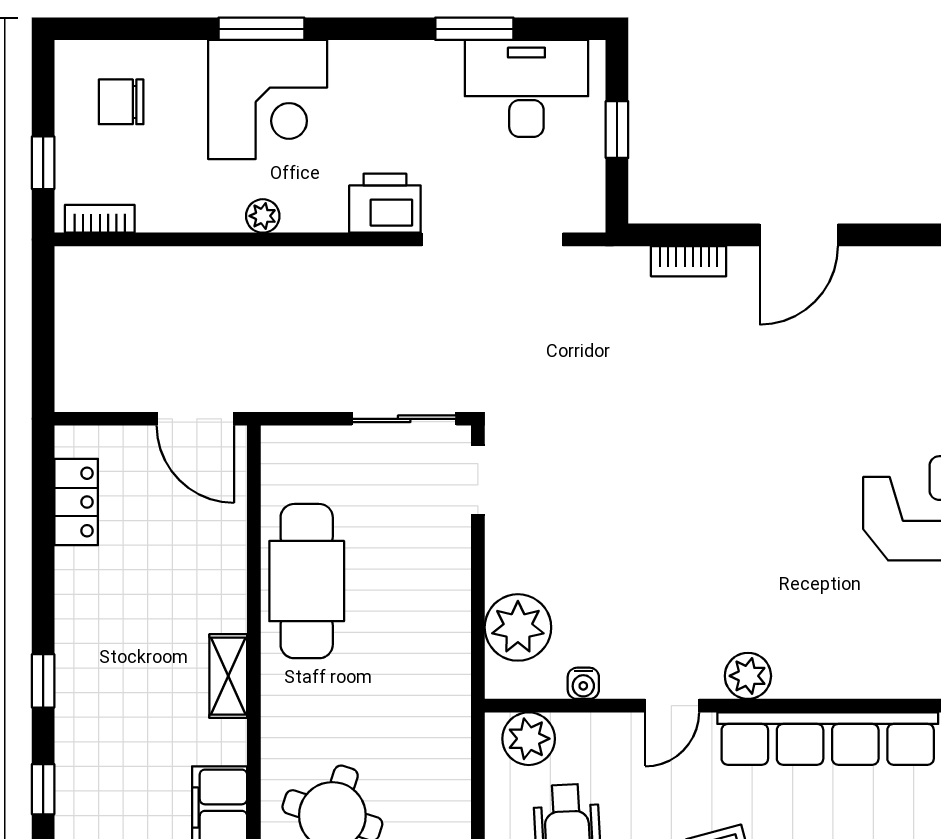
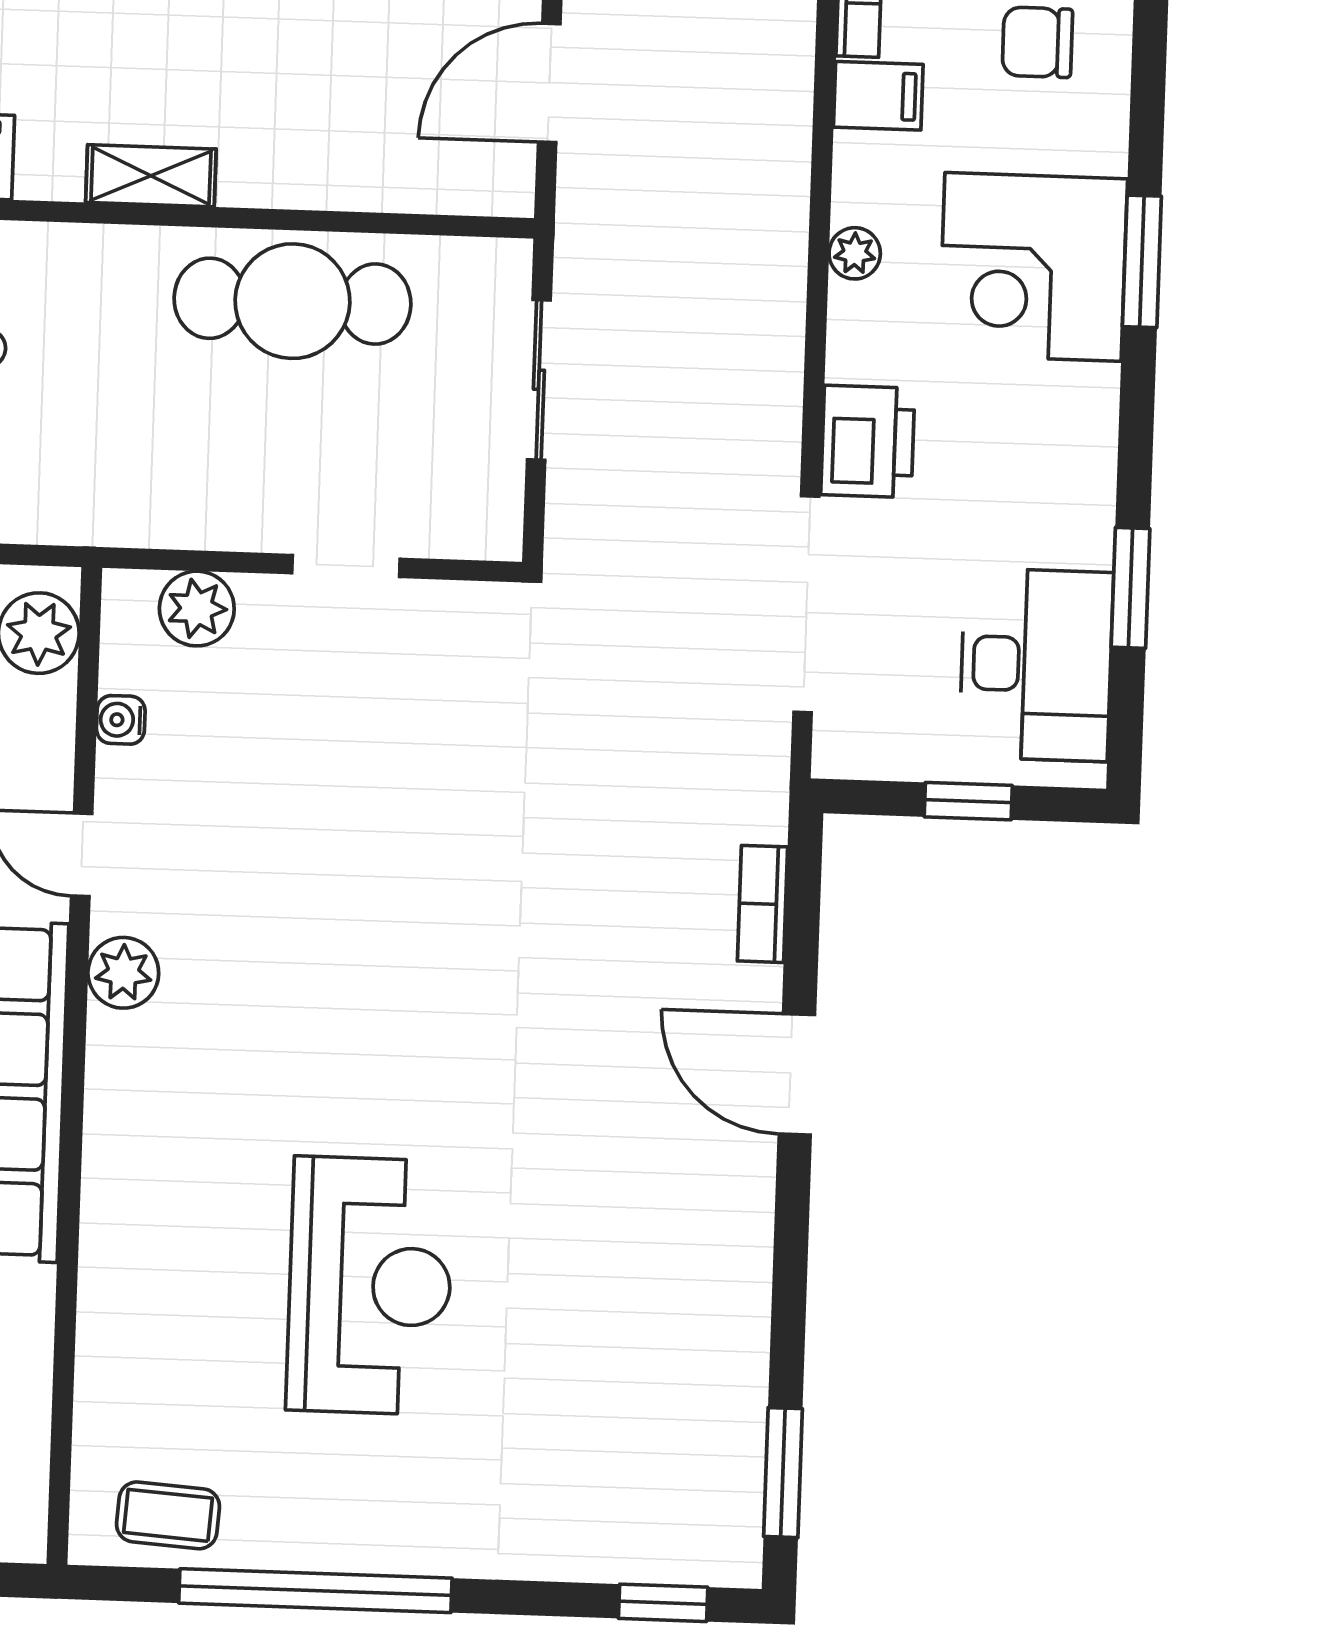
chair: (121, 102) -> (1037, 42), turned -90
filing cabinet: (160, 204) -> (878, 96), added
door: (195, 419) -> (549, 83), moved
sliding door: (404, 419) -> (539, 380), moved
doorway: (478, 480) -> (346, 566), moved
plant: (518, 627) -> (197, 609), width x0.73, depth x0.73

